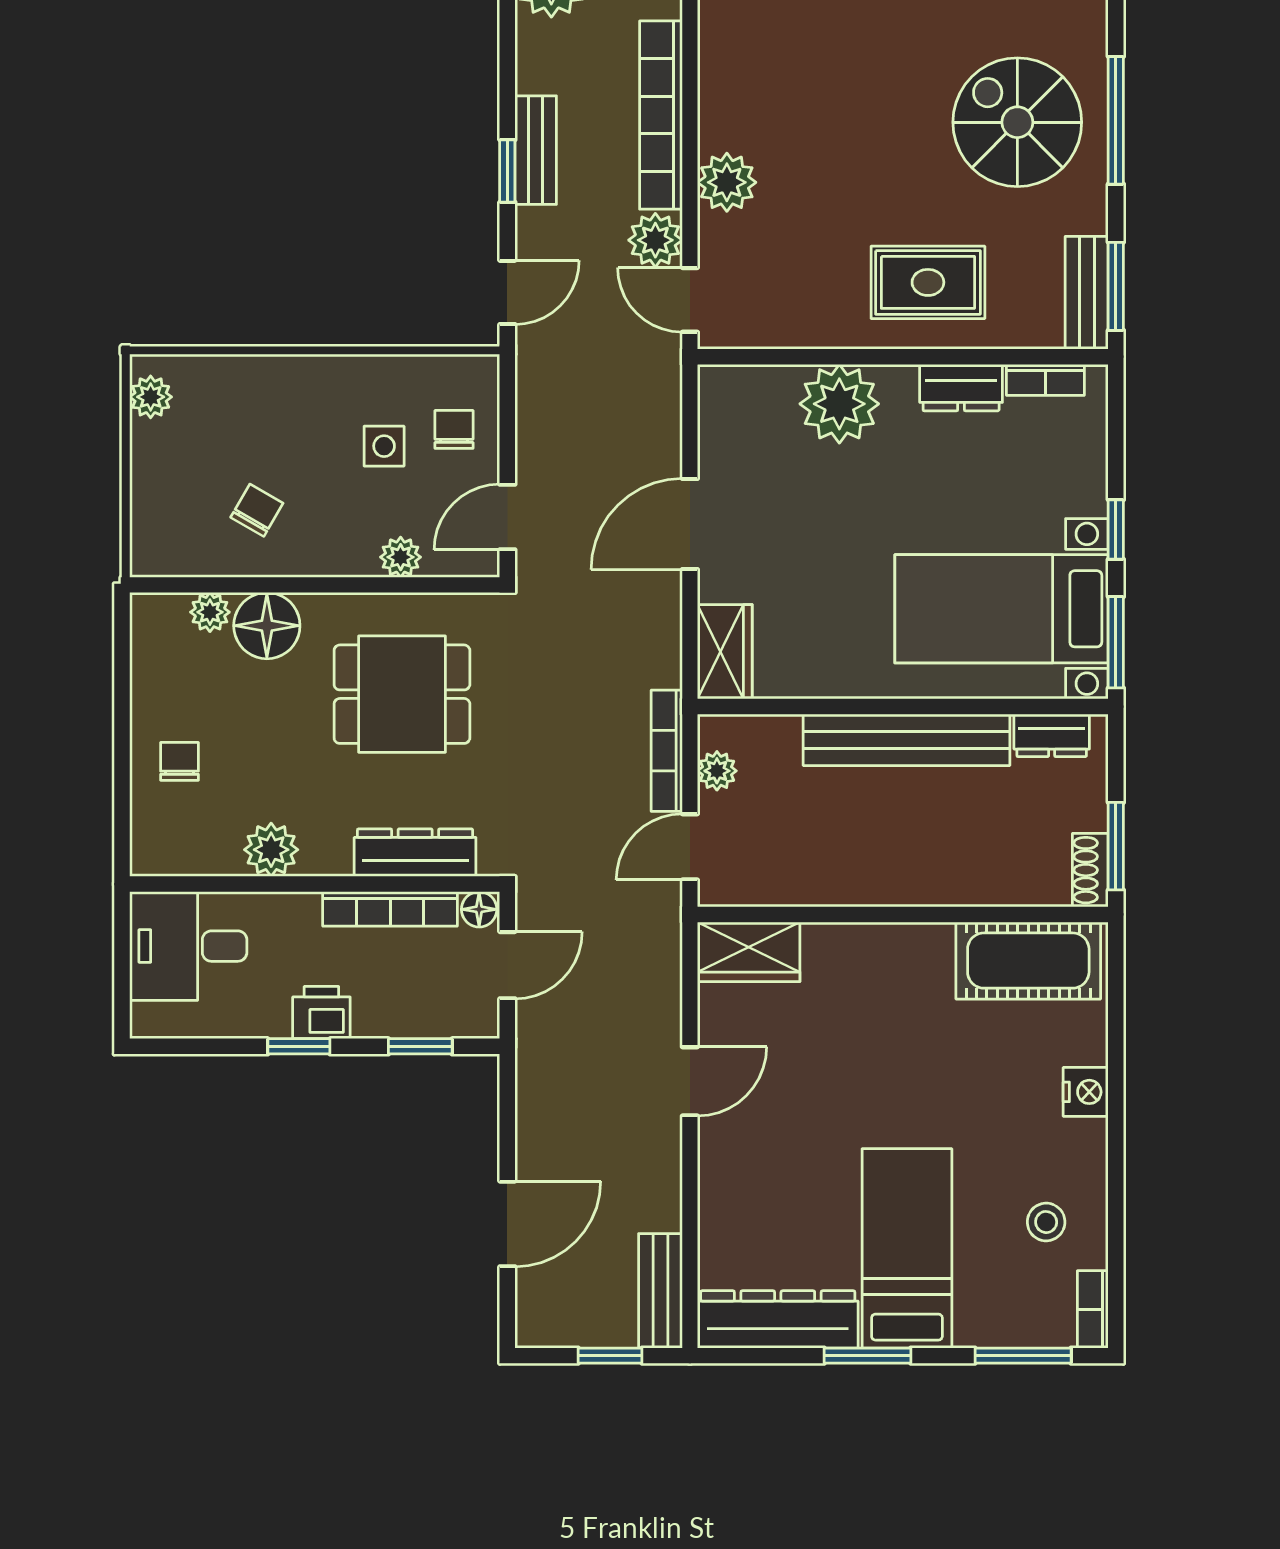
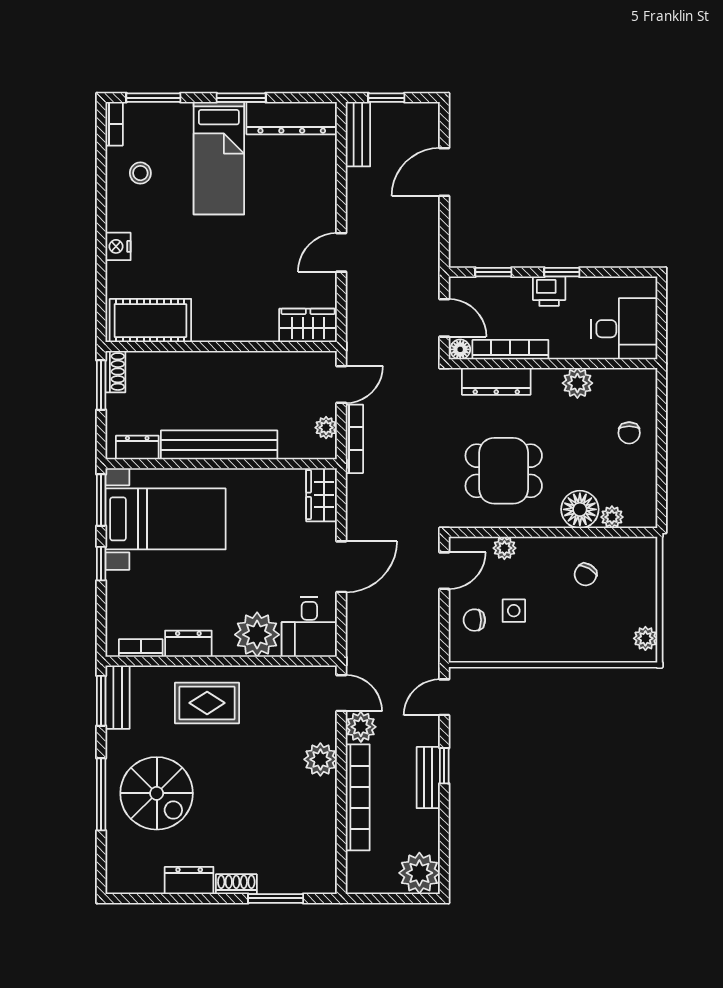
desk: (747, 417) -> (309, 627), added
chair: (454, 429) -> (474, 620), turned 90
door: (507, 965) -> (444, 318), swing flipped

